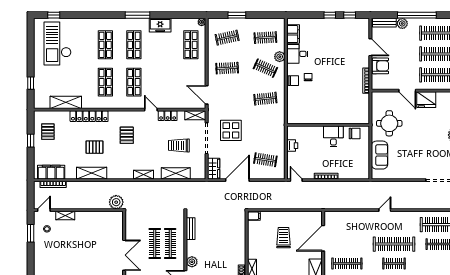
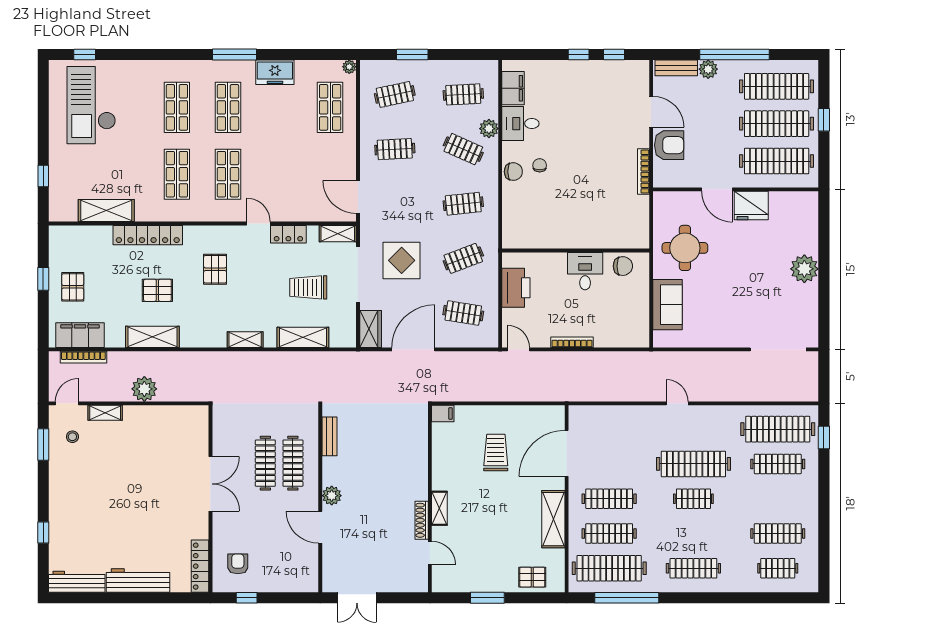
clothes rail: (265, 129) -> (463, 258), added
pallet: (48, 132) -> (73, 287), moved
printer: (292, 146) -> (516, 288), width x1.87, depth x1.48
plant: (116, 202) -> (144, 389), moved
door: (385, 210) -> (677, 403), hinge flipped

